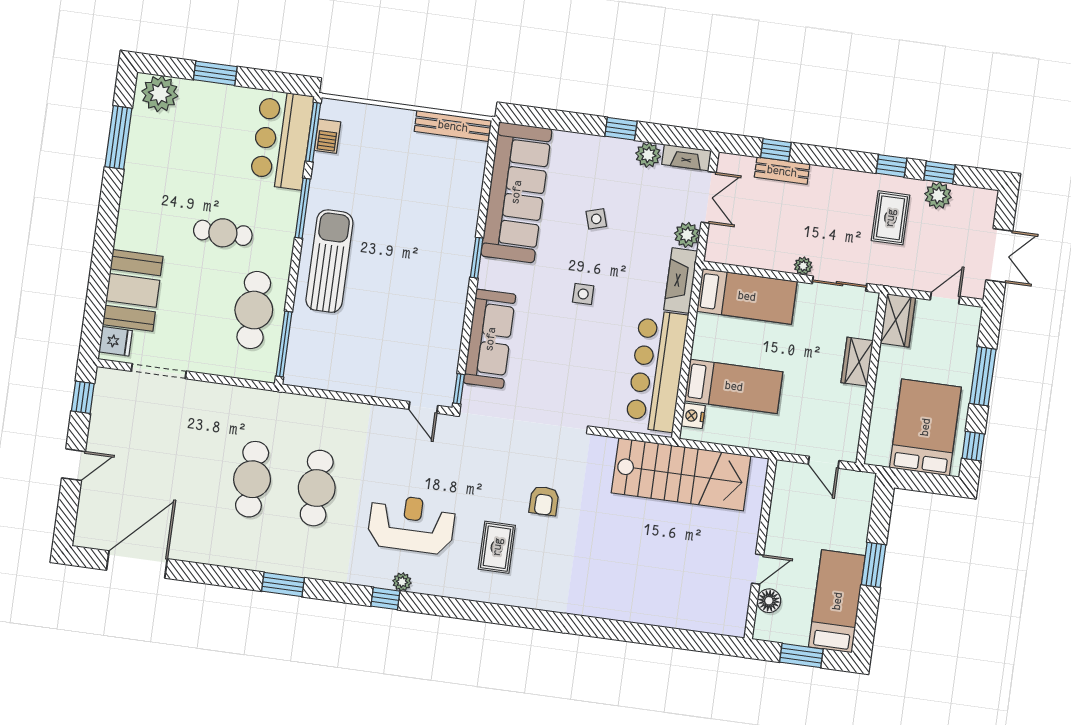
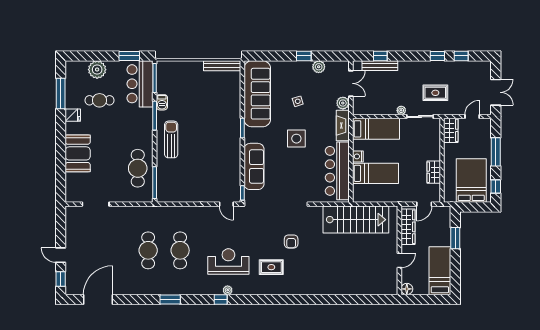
window: (215, 73) -> (129, 56), moved
plant: (160, 94) -> (97, 70), moved
barbecue: (327, 136) -> (162, 102), moved
fireplace: (687, 158) -> (337, 66), removed
bench: (782, 171) -> (380, 66), width x1.36
plant: (938, 195) -> (462, 67), removed
rug: (890, 218) -> (435, 93), moved, turned 90
cafe table: (223, 233) -> (100, 100), moved
sun lounger: (329, 261) -> (171, 139), width x0.73, depth x0.75
booth: (133, 290) -> (78, 153), moved
side table: (583, 294) -> (296, 139), width x1.87, depth x1.87
fridge: (116, 341) -> (73, 115), moved
wardrobe: (857, 362) -> (434, 172), moved
window: (83, 397) -> (61, 279), moved
nightstand: (693, 416) -> (358, 156), moved
door: (824, 462) -> (424, 204), hinge flipped
door: (74, 465) -> (61, 255), swing flipped
wardrobe: (785, 503) -> (408, 227), added
rug: (497, 547) -> (271, 267), turned 90
window: (874, 565) -> (455, 238), moved
floor lamp: (769, 601) -> (407, 289), moved
window: (801, 656) -> (426, 299), removed

